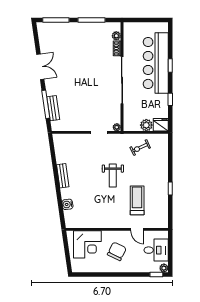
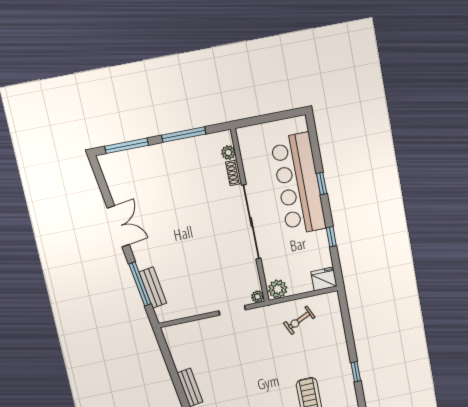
plant: (146, 125) -> (278, 289), moved
weight bench: (113, 176) -> (266, 371), removed

